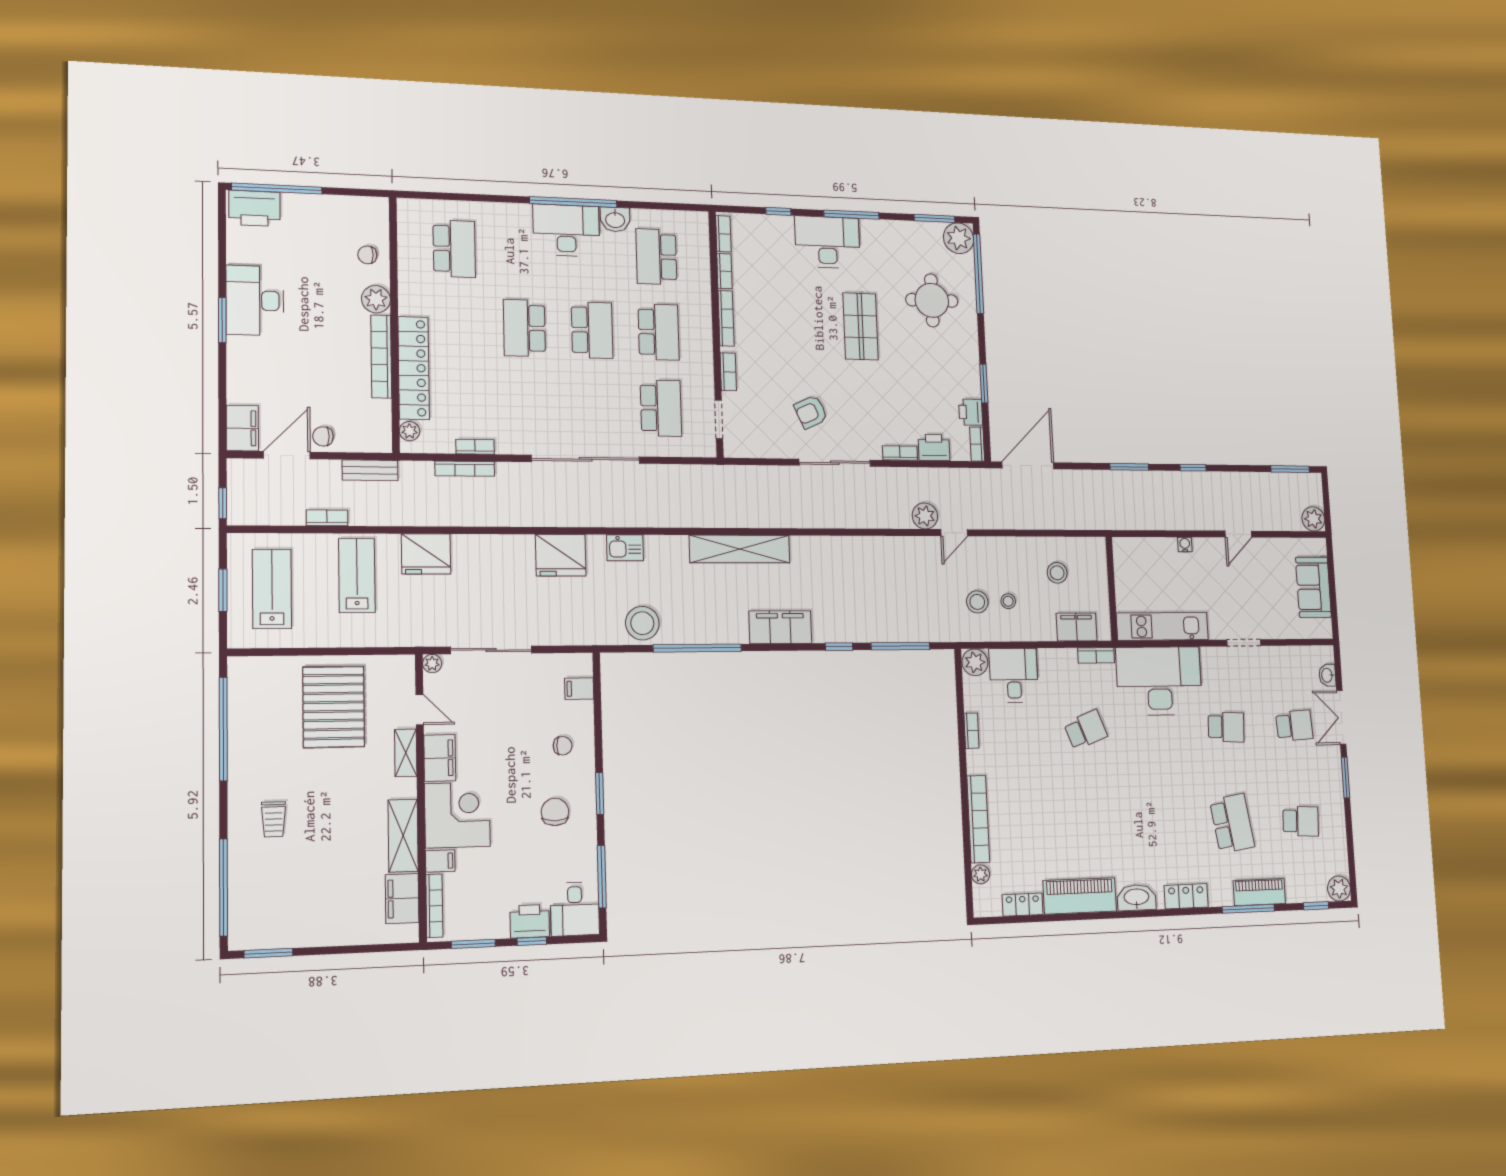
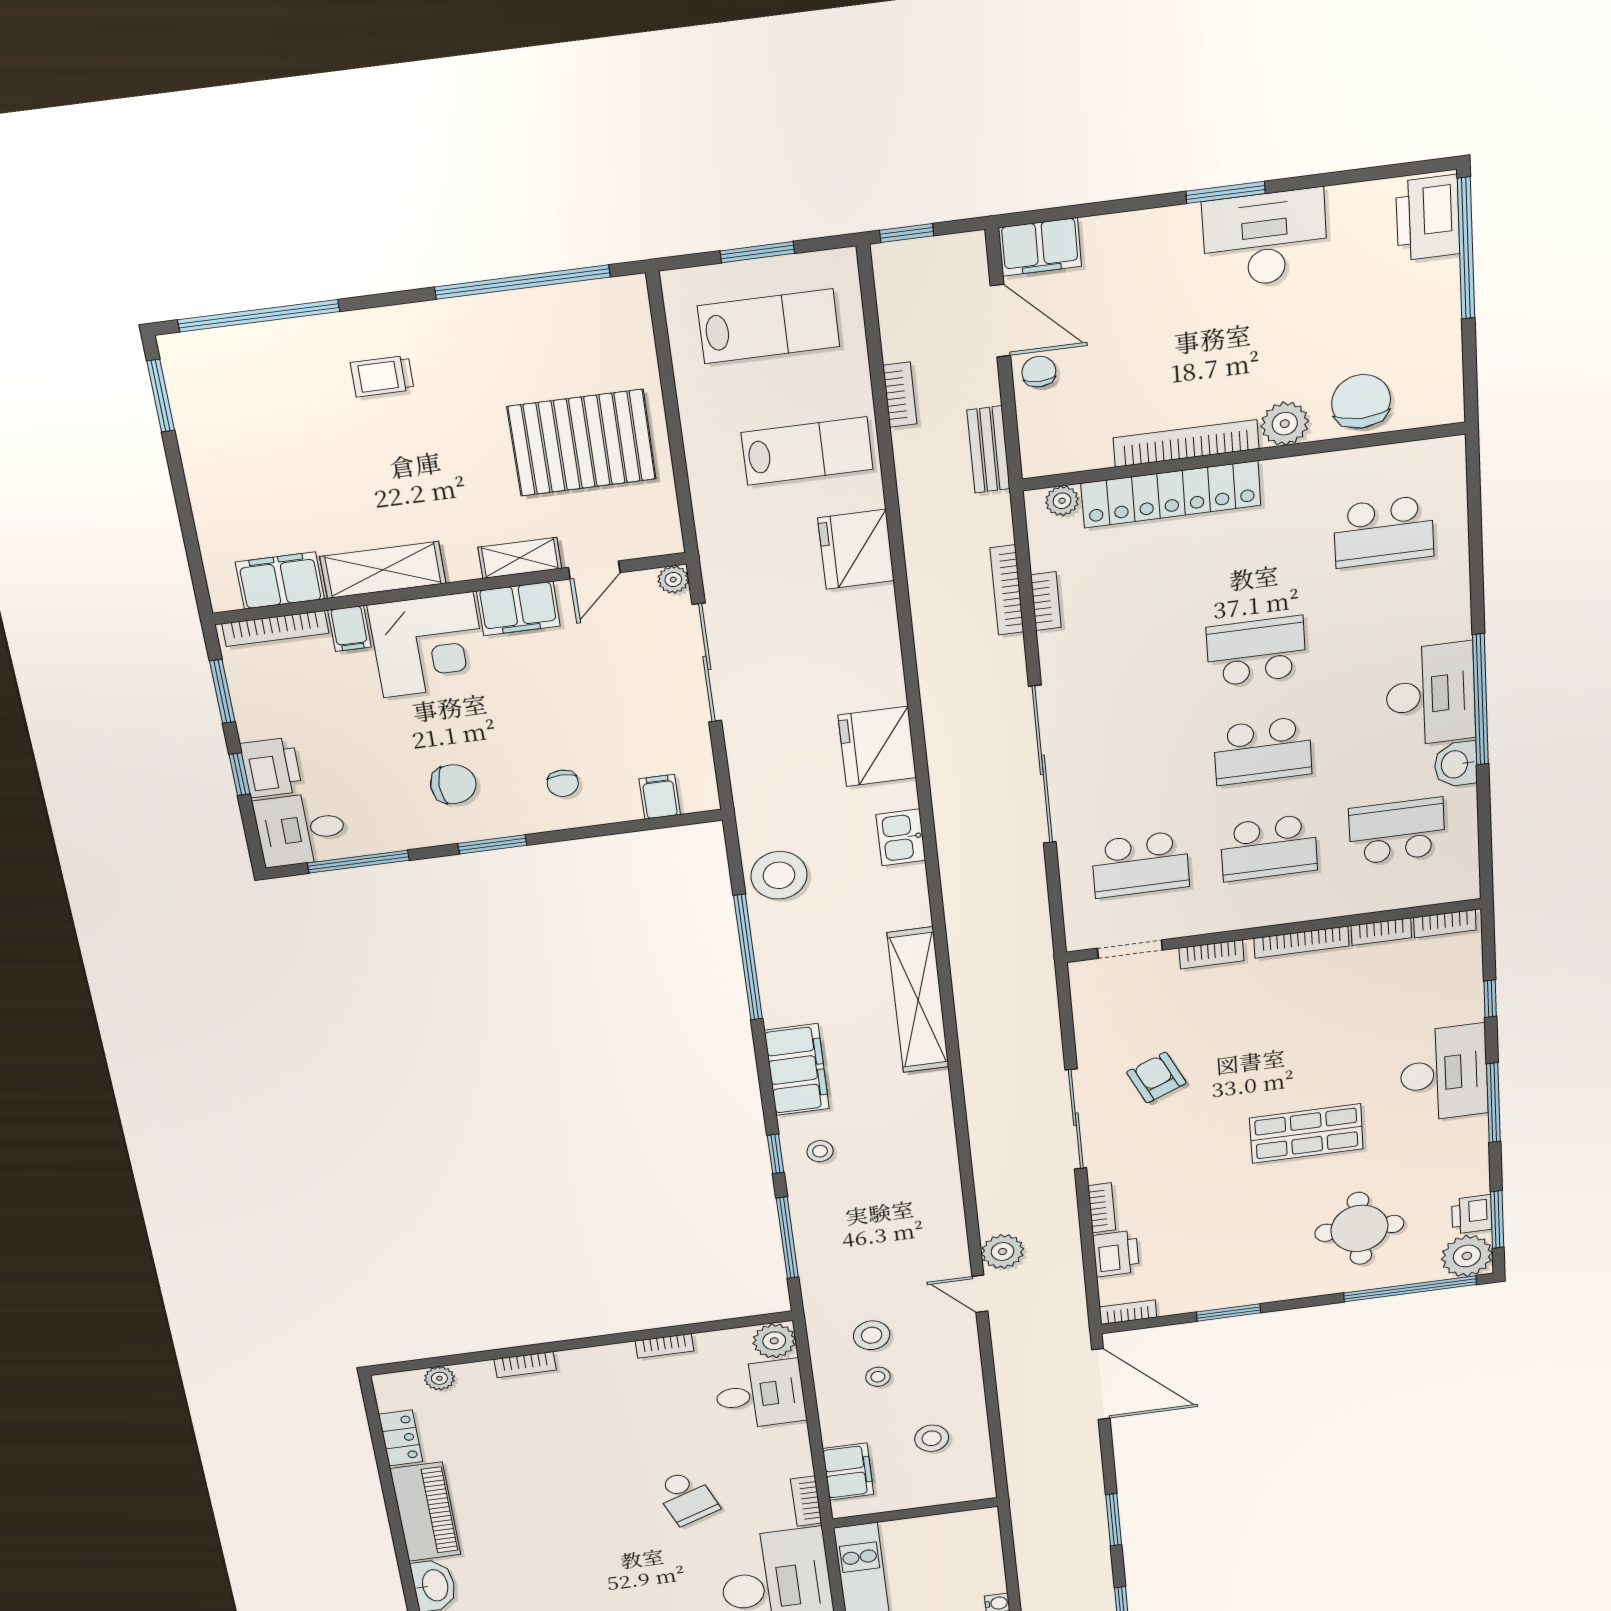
chair: (367, 255) -> (1361, 401), width x1.87, depth x1.87
printer: (971, 412) -> (1472, 1214), moved, turned -90
stool: (840, 619) -> (820, 1151), added
bookcase: (978, 819) -> (525, 1365), width x0.43, depth x0.76

